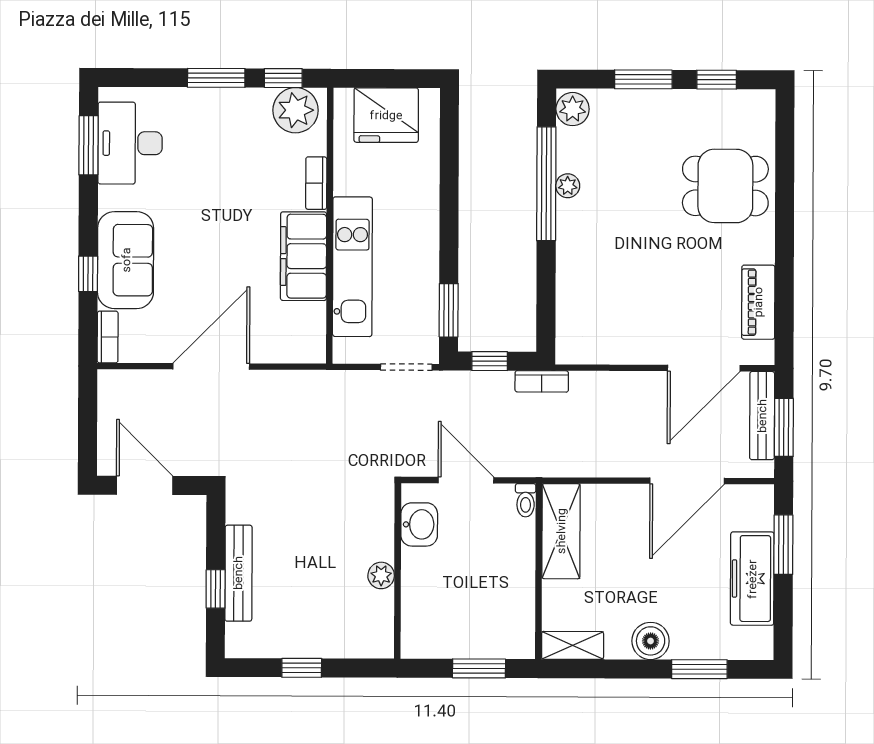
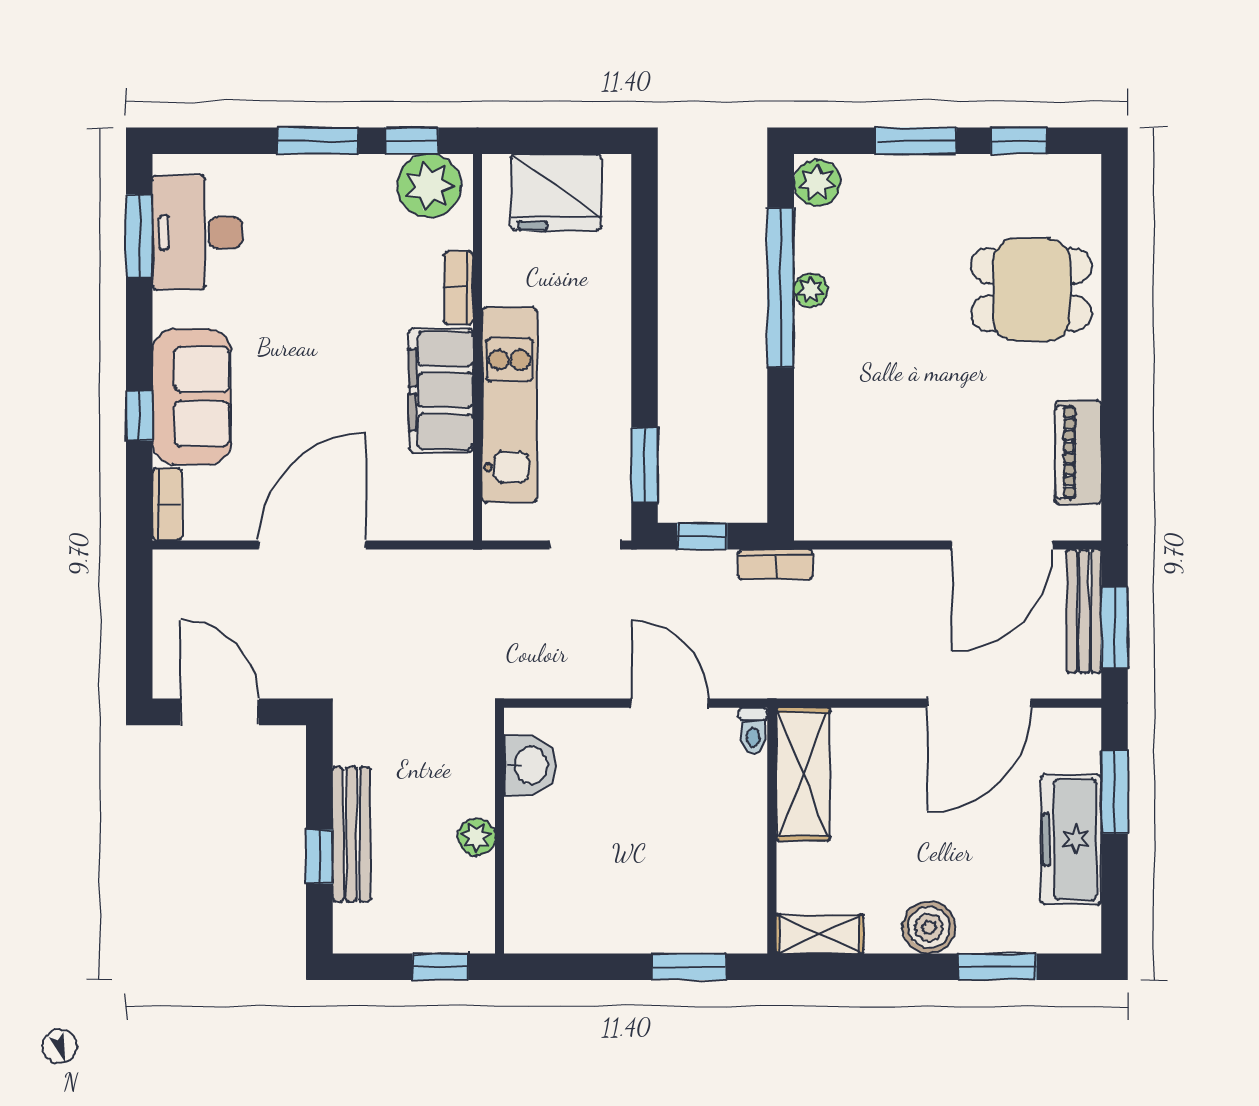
washbasin: (419, 524) -> (530, 765), moved
wall: (398, 571) -> (500, 831), moved
plant: (381, 575) -> (477, 837), moved

